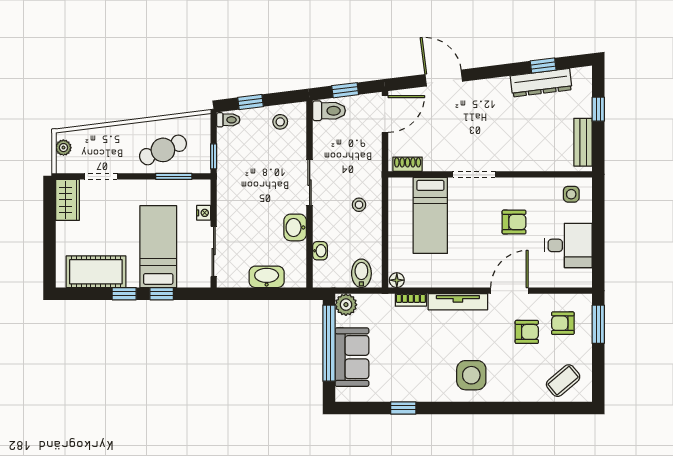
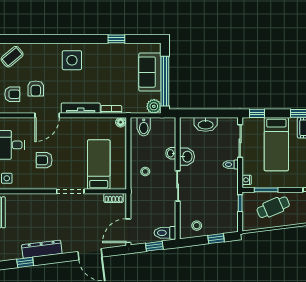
dresser: (541, 83) -> (42, 249), moved
toilet: (228, 120) -> (231, 165), moved
nightstand: (204, 213) -> (247, 180), moved
washbasin: (320, 251) -> (171, 153), moved
window: (162, 294) -> (257, 113), moved
armchair: (527, 332) -> (36, 88), turned -90

